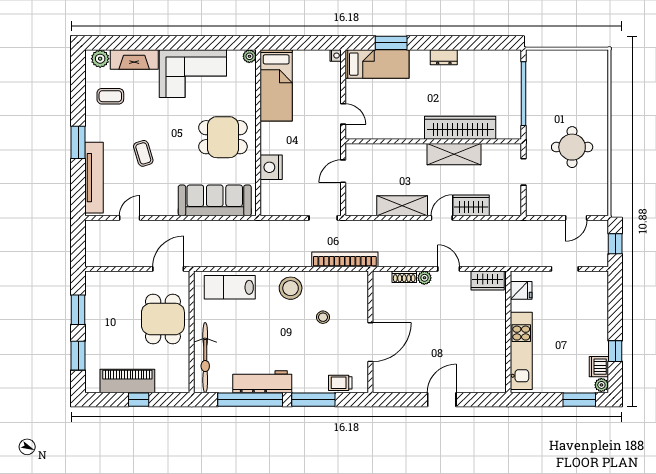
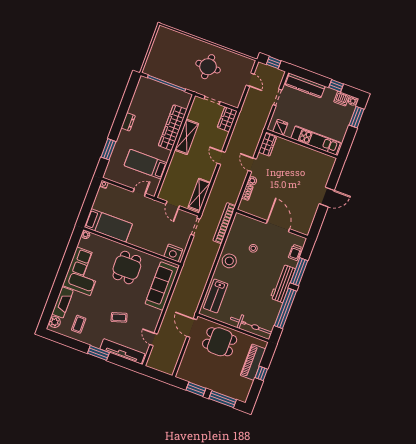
bed: (377, 64) -> (146, 164), moved, turned -90
nightstand: (271, 167) -> (173, 253), moved
wardrobe: (471, 205) -> (227, 119), moved
shelving: (402, 206) -> (199, 195), moved
door: (449, 269) -> (252, 165), hinge flipped
kitchen counter: (598, 304) -> (305, 86), added
window: (78, 356) -> (223, 399), width x1.44
piano: (127, 381) -> (253, 362), moved
workbench: (262, 382) -> (283, 283), moved
door: (442, 400) -> (327, 197), swing flipped

